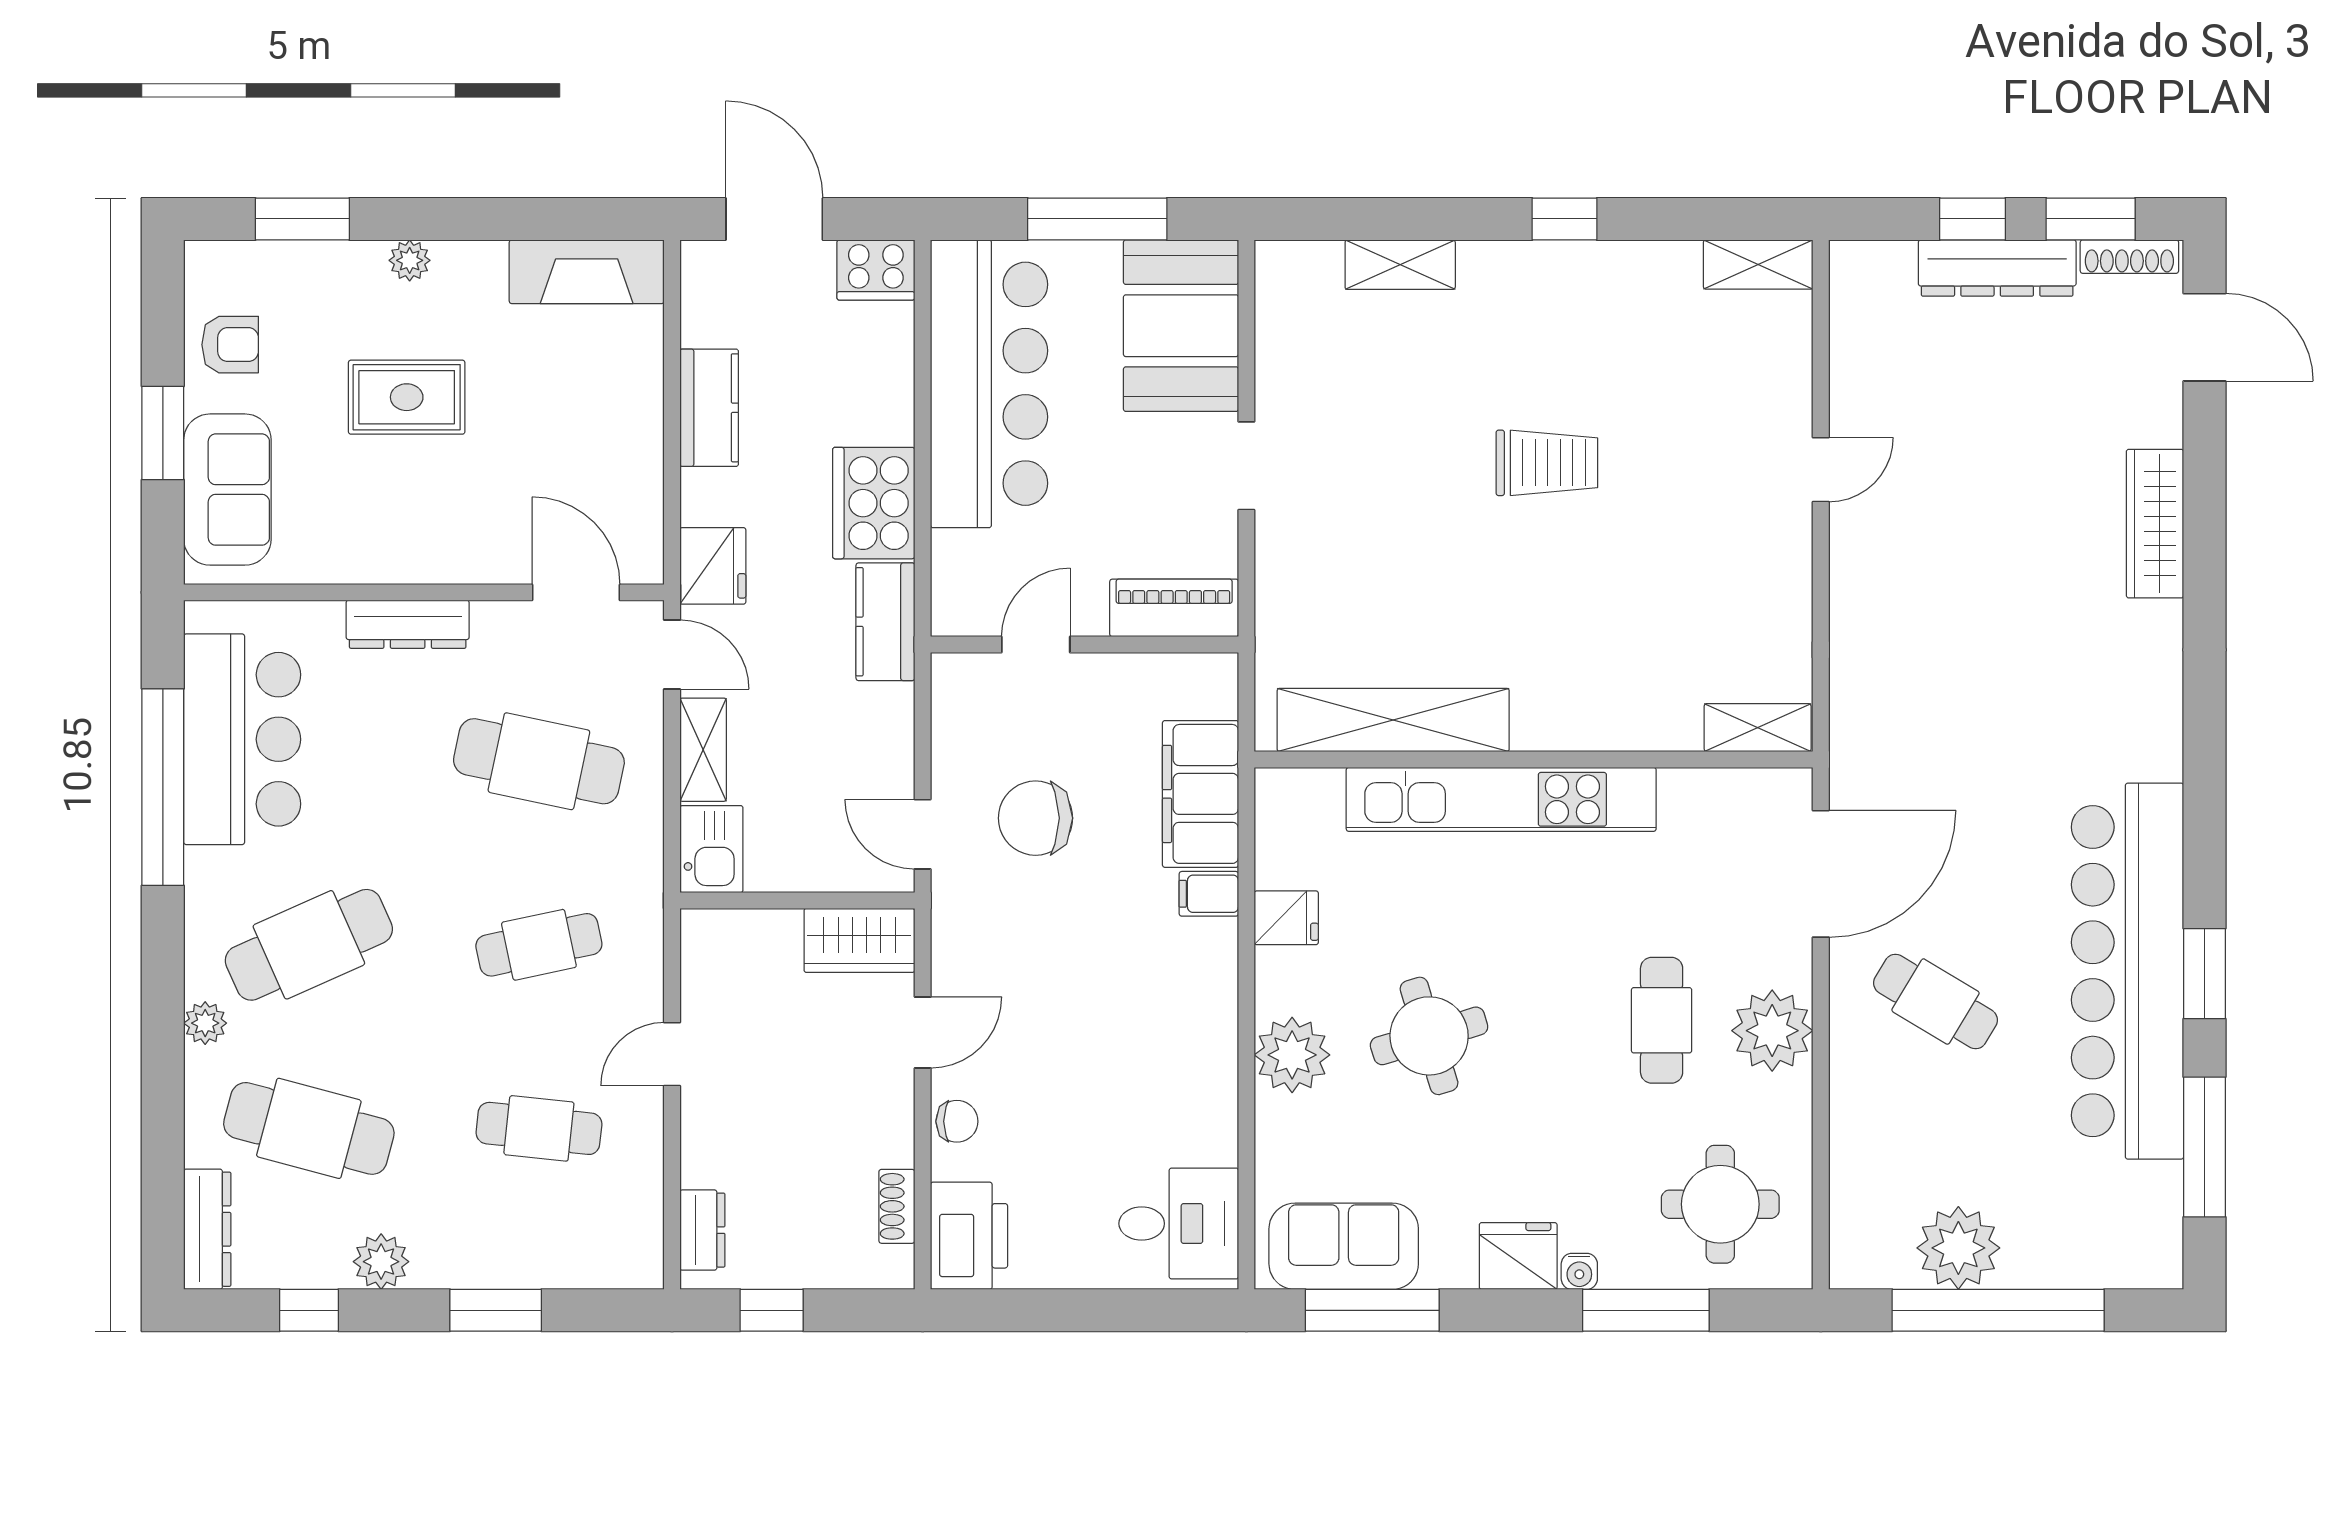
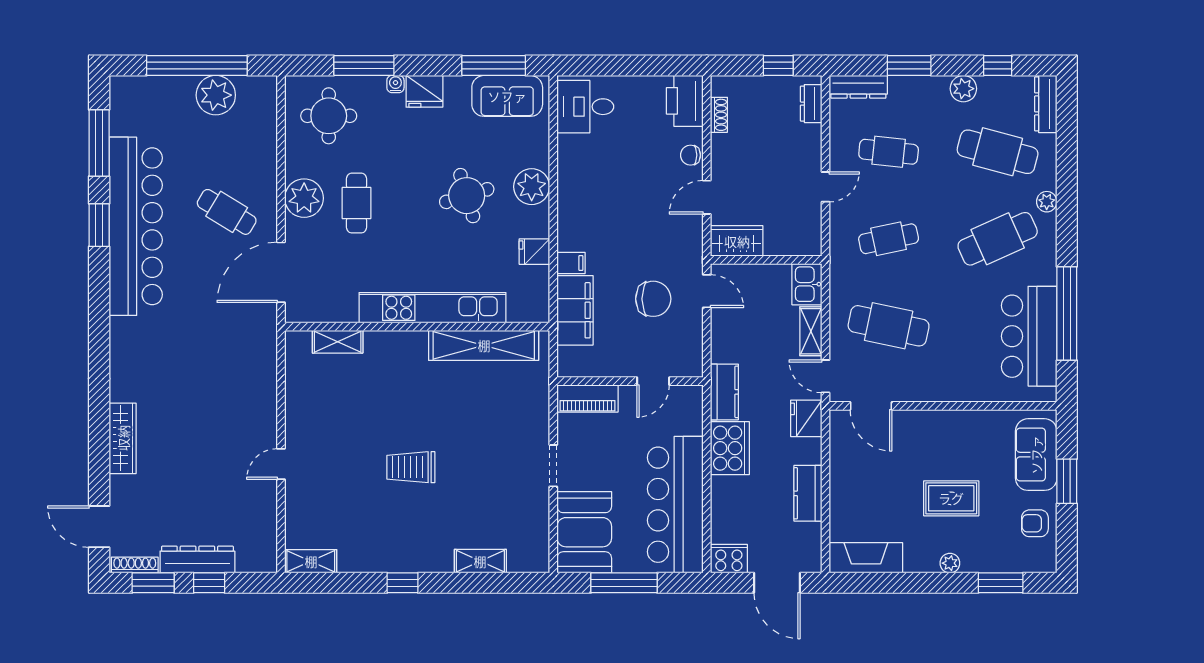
dresser: (408, 624) -> (858, 87), moved, turned 180
shelving: (1758, 728) -> (338, 342), moved

